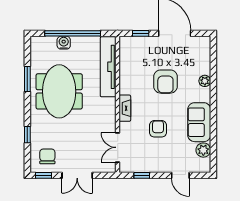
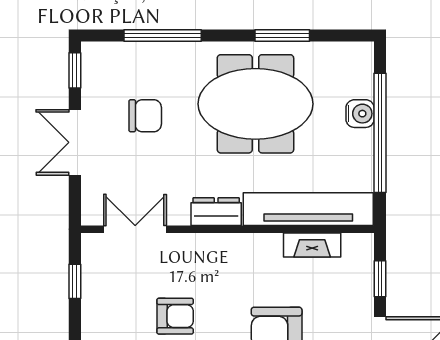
fireplace: (125, 108) -> (312, 245), moved
dresser: (109, 110) -> (216, 212), added
window: (27, 135) -> (163, 35), width x2.17
chair: (47, 156) -> (145, 116), moved

